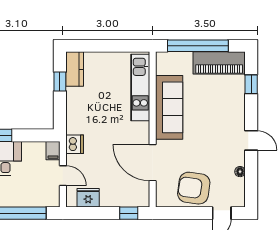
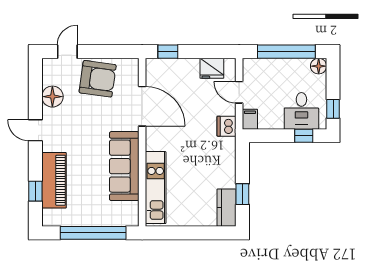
piano: (219, 63) -> (54, 180), moved, turned 90
floor lamp: (240, 172) -> (52, 97), width x1.89, depth x1.89

